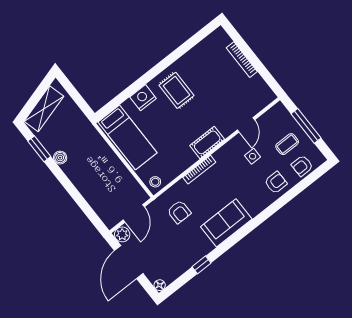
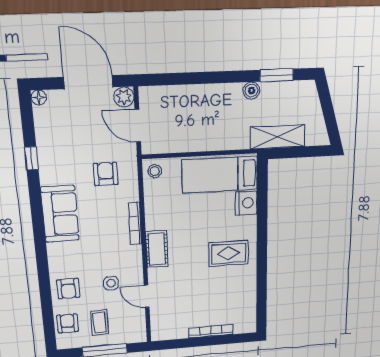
nightstand: (143, 98) -> (246, 203), moved
shelving: (44, 109) -> (278, 137), moved, turned -74
armchair: (179, 212) -> (106, 174), turned 90

